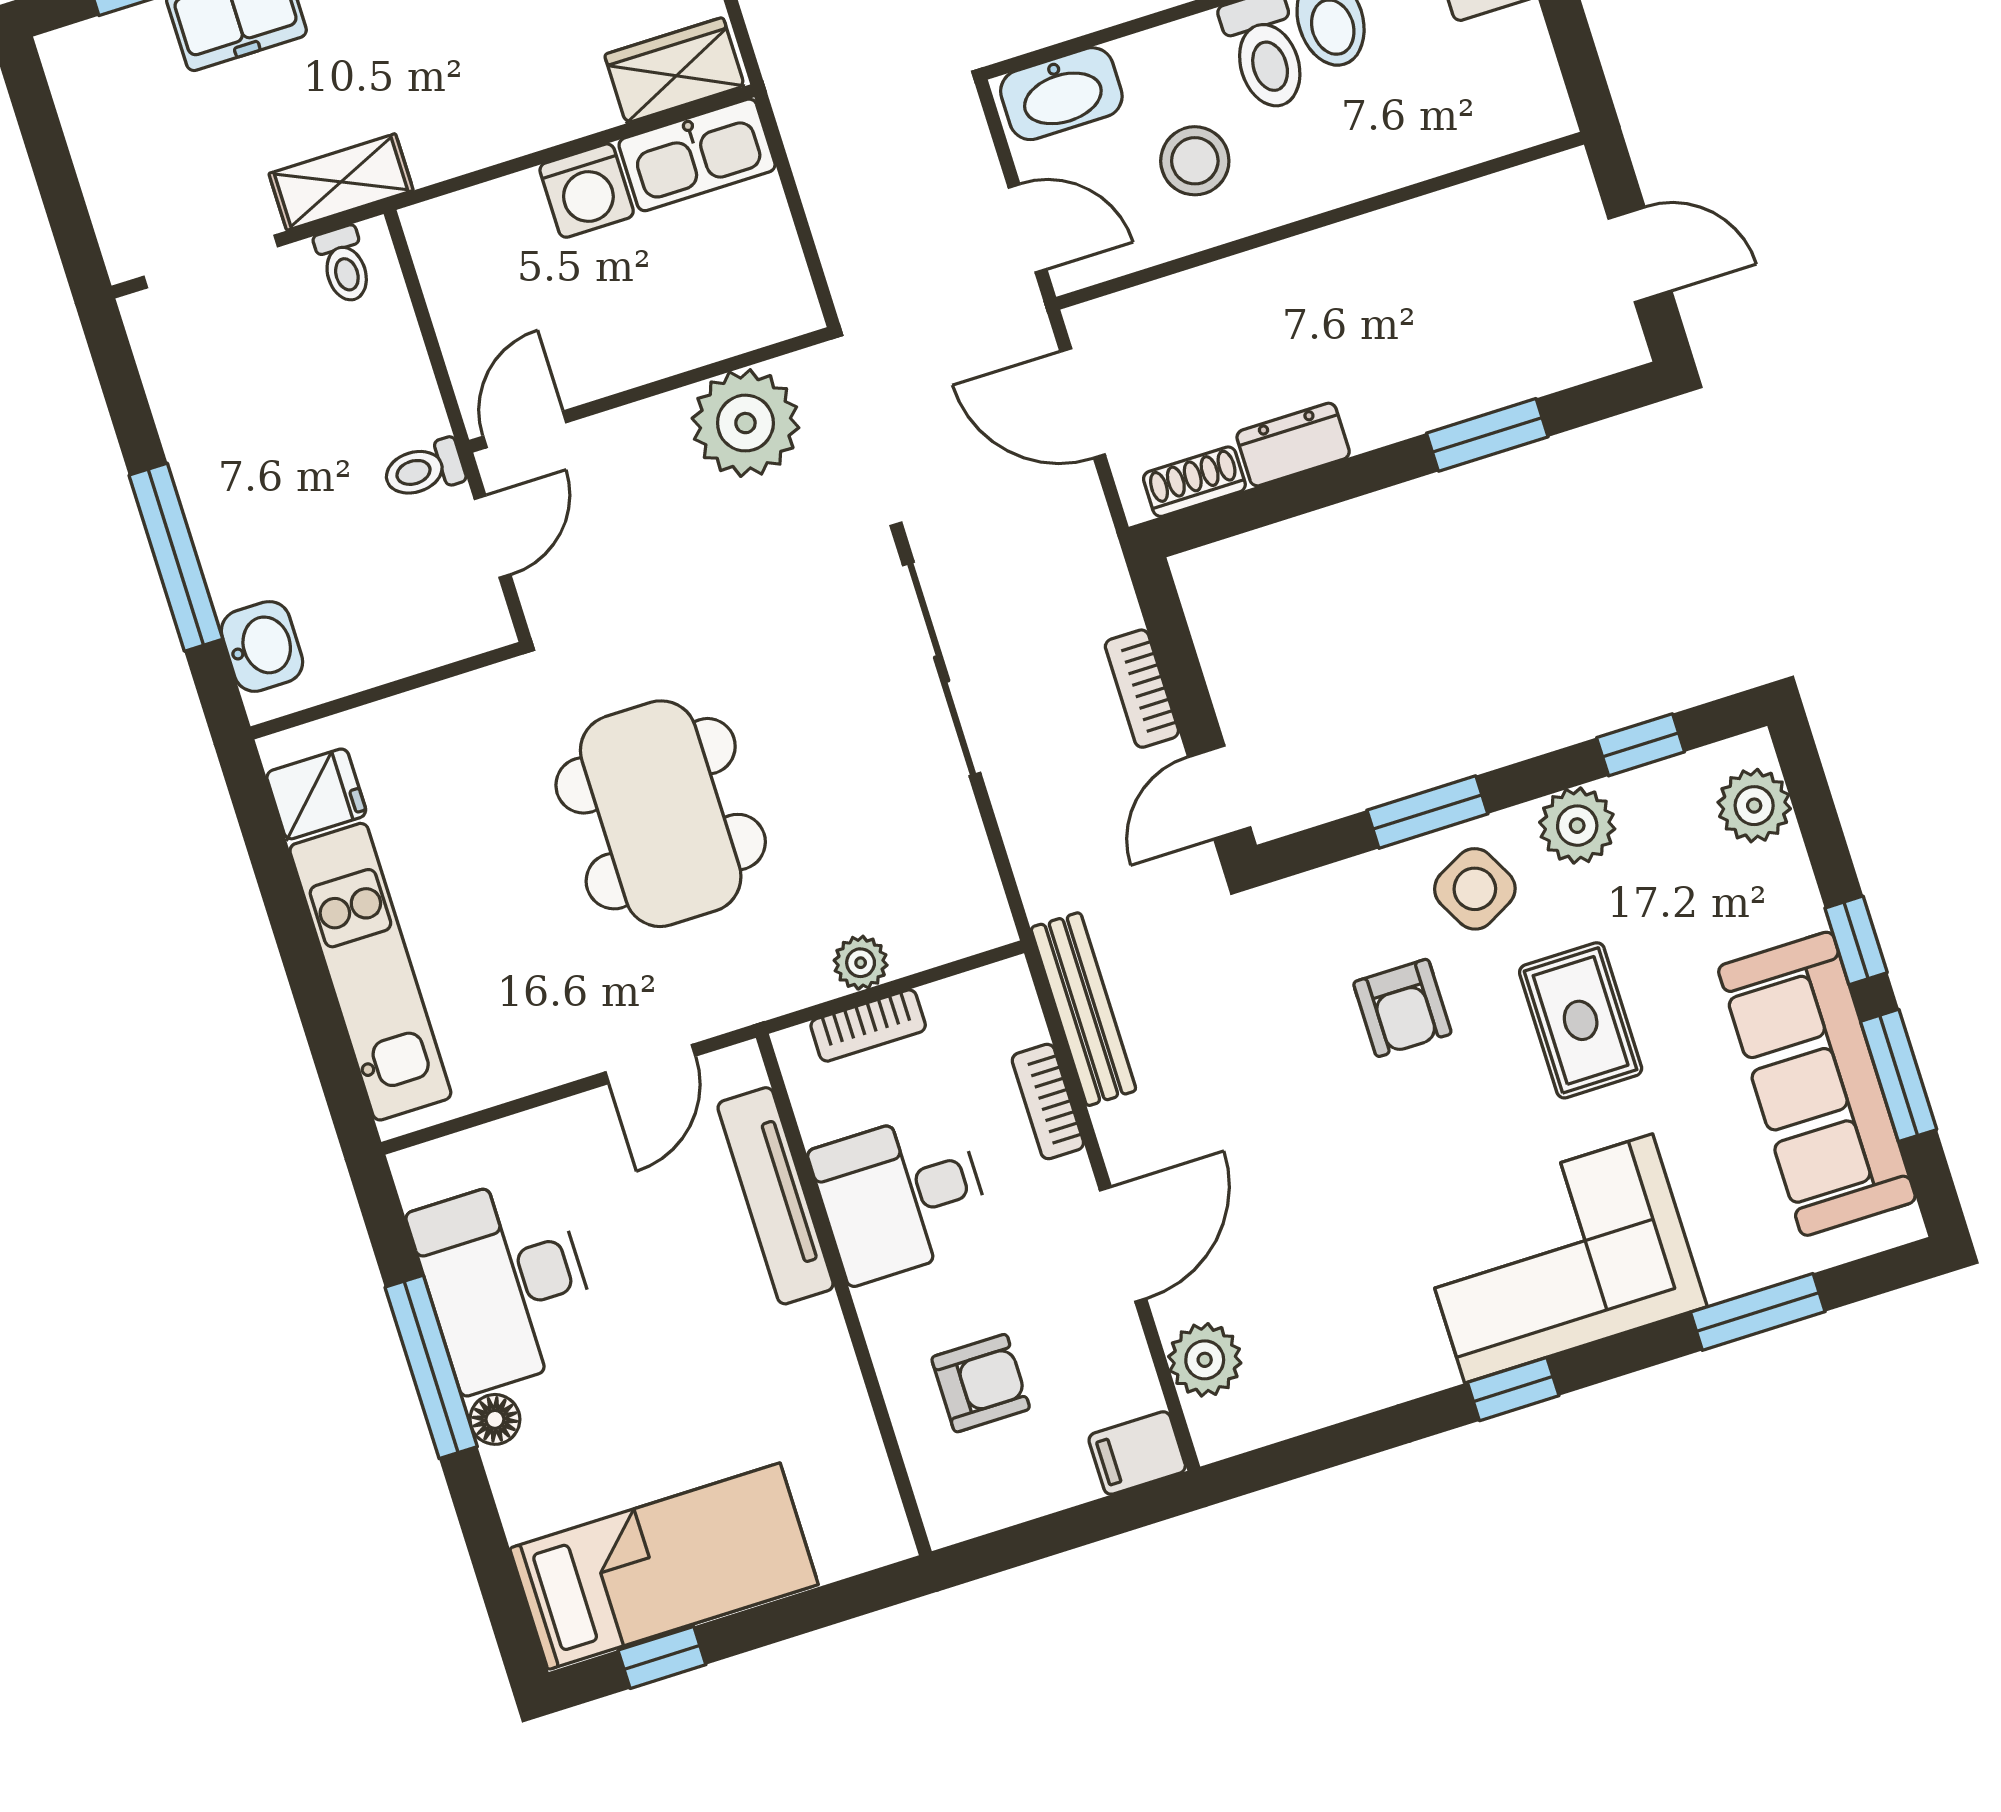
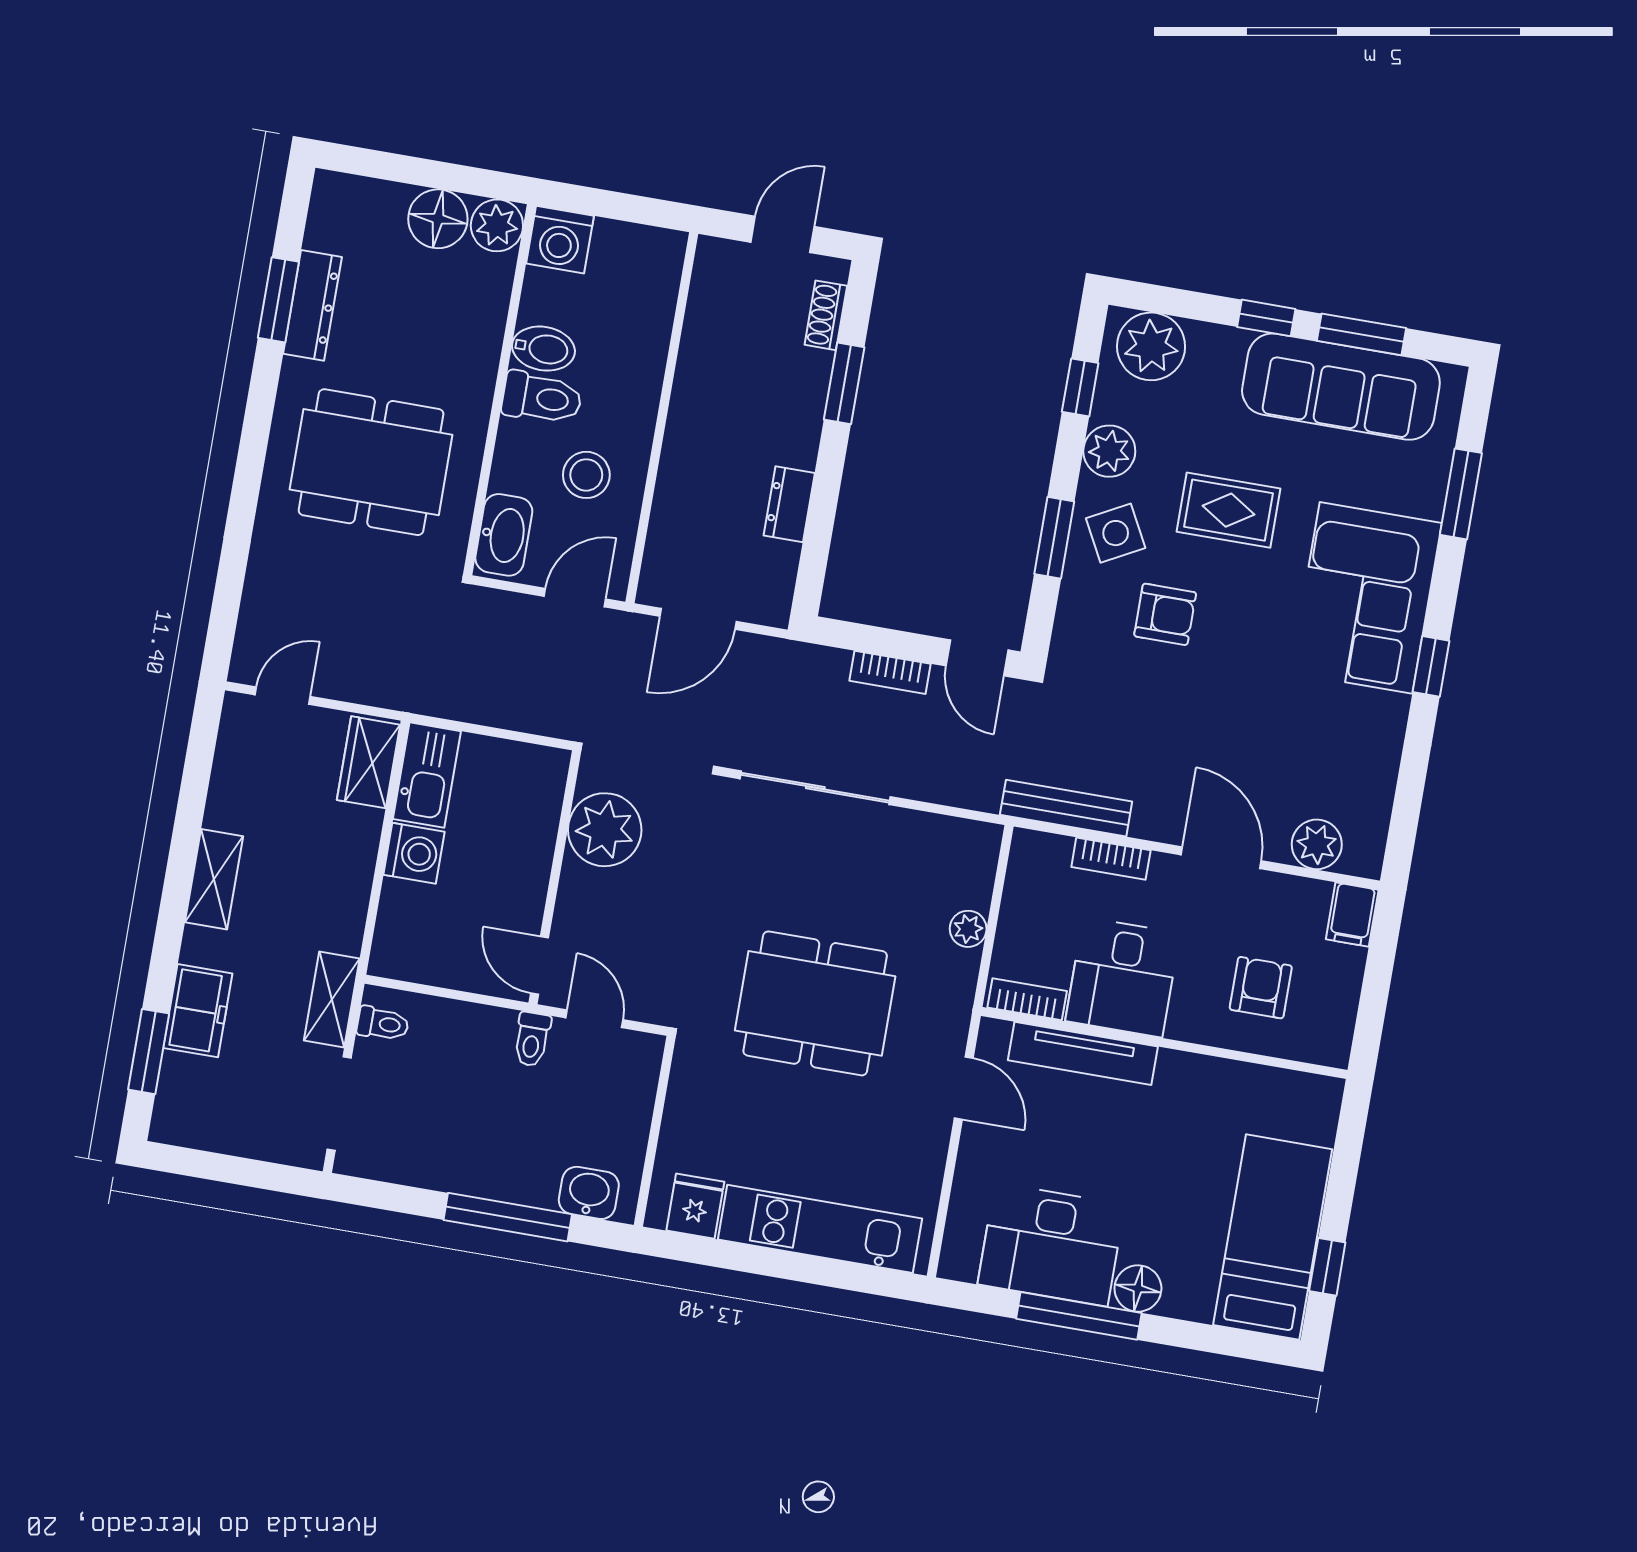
shoe rack: (1194, 482) -> (826, 315), moved
plant: (1754, 806) -> (1151, 346), width x1.36, depth x1.36
bookcase: (868, 1026) -> (1027, 999), moved, turned -90
floor lamp: (495, 1419) -> (1138, 1288), width x1.37, depth x1.37

